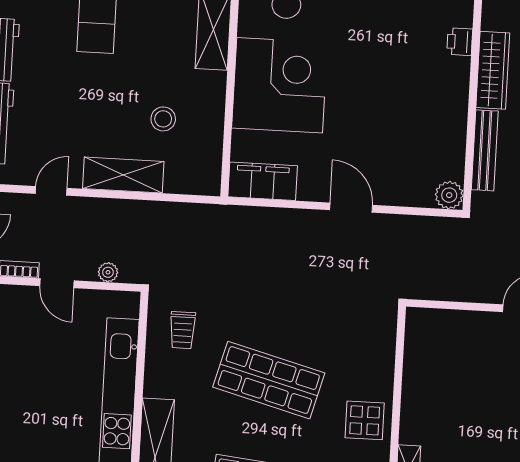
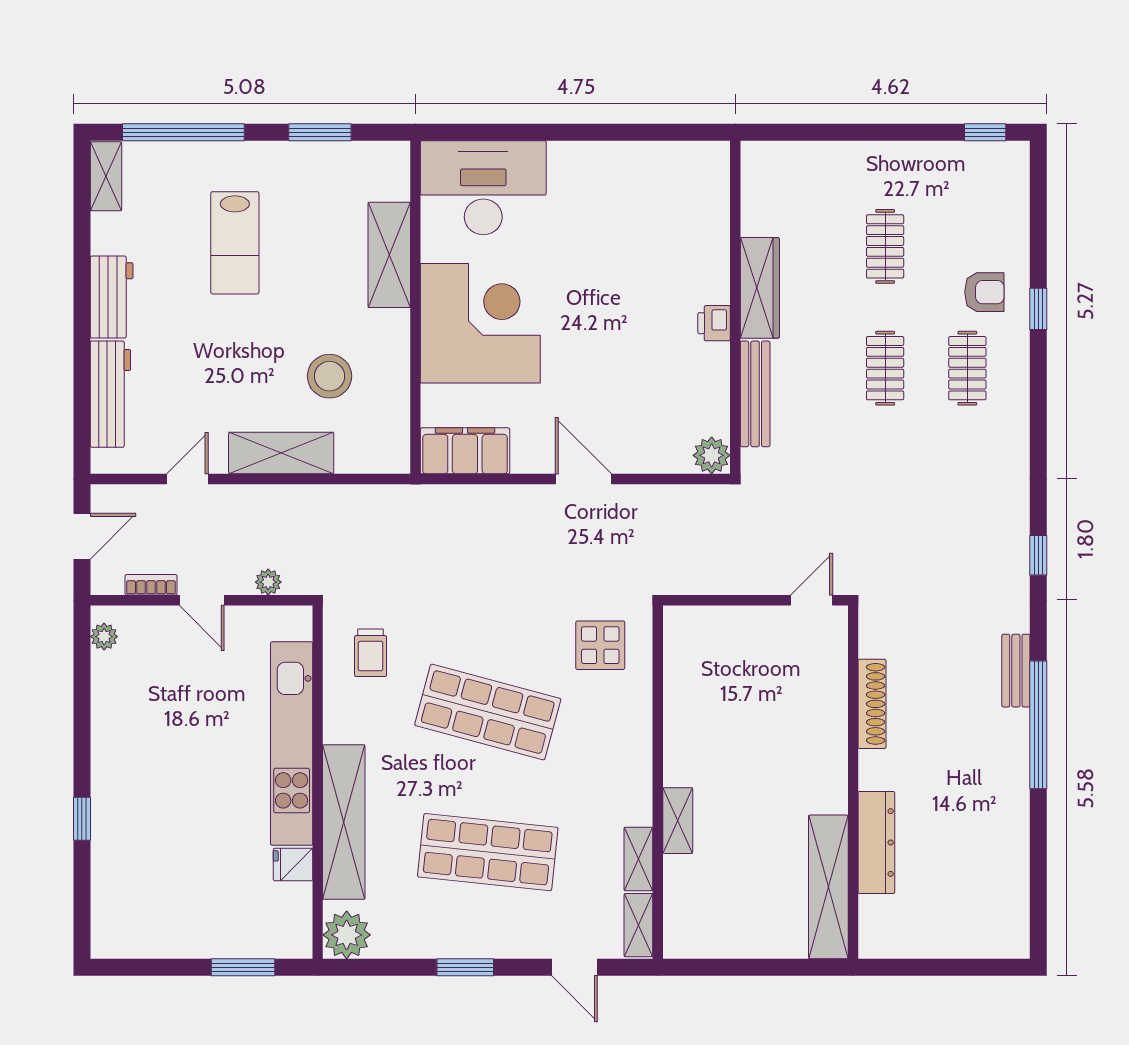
printer: (460, 42) -> (714, 323), moved
stool: (163, 119) -> (330, 376), width x1.38, depth x1.38
display table: (365, 420) -> (600, 645), moved

